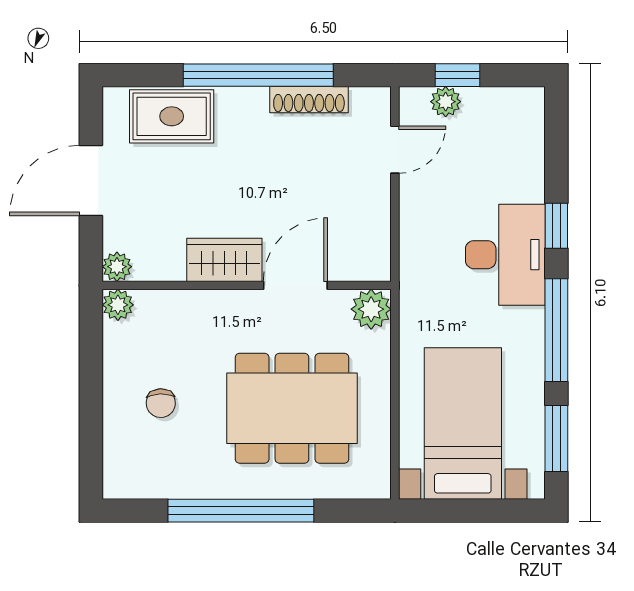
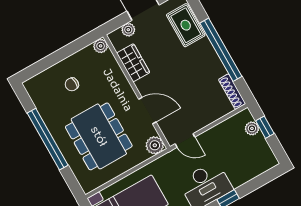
shoe rack: (309, 100) -> (232, 92), moved
door: (395, 150) -> (185, 140), moved
wardrobe: (224, 260) -> (133, 63), moved
plant: (117, 267) -> (128, 30), moved

